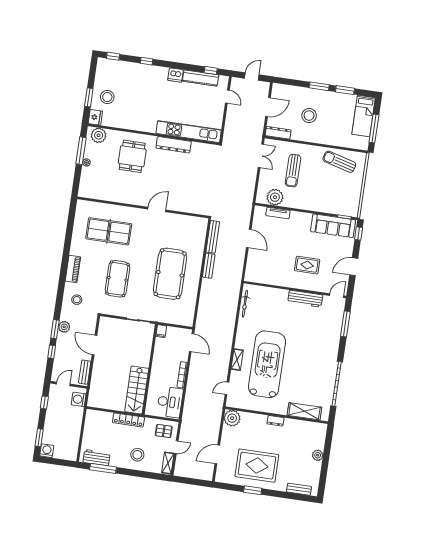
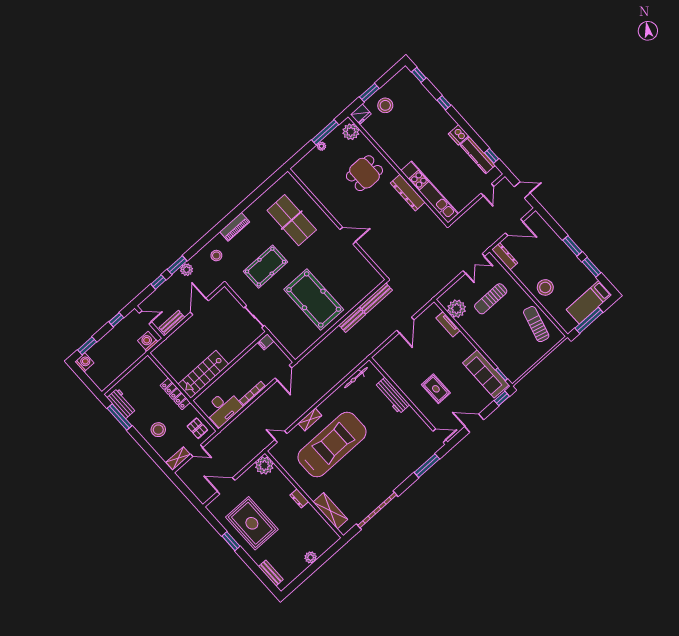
stool: (309, 116) -> (545, 287), moved
pool table: (170, 274) -> (314, 299), turned 90
workbench: (305, 299) -> (392, 396), moved

